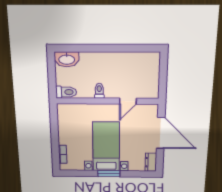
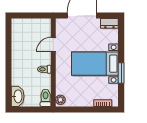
door: (128, 101) -> (53, 45), swing flipped
plant: (65, 109) -> (60, 100), added
window: (109, 174) -> (121, 73), moved

